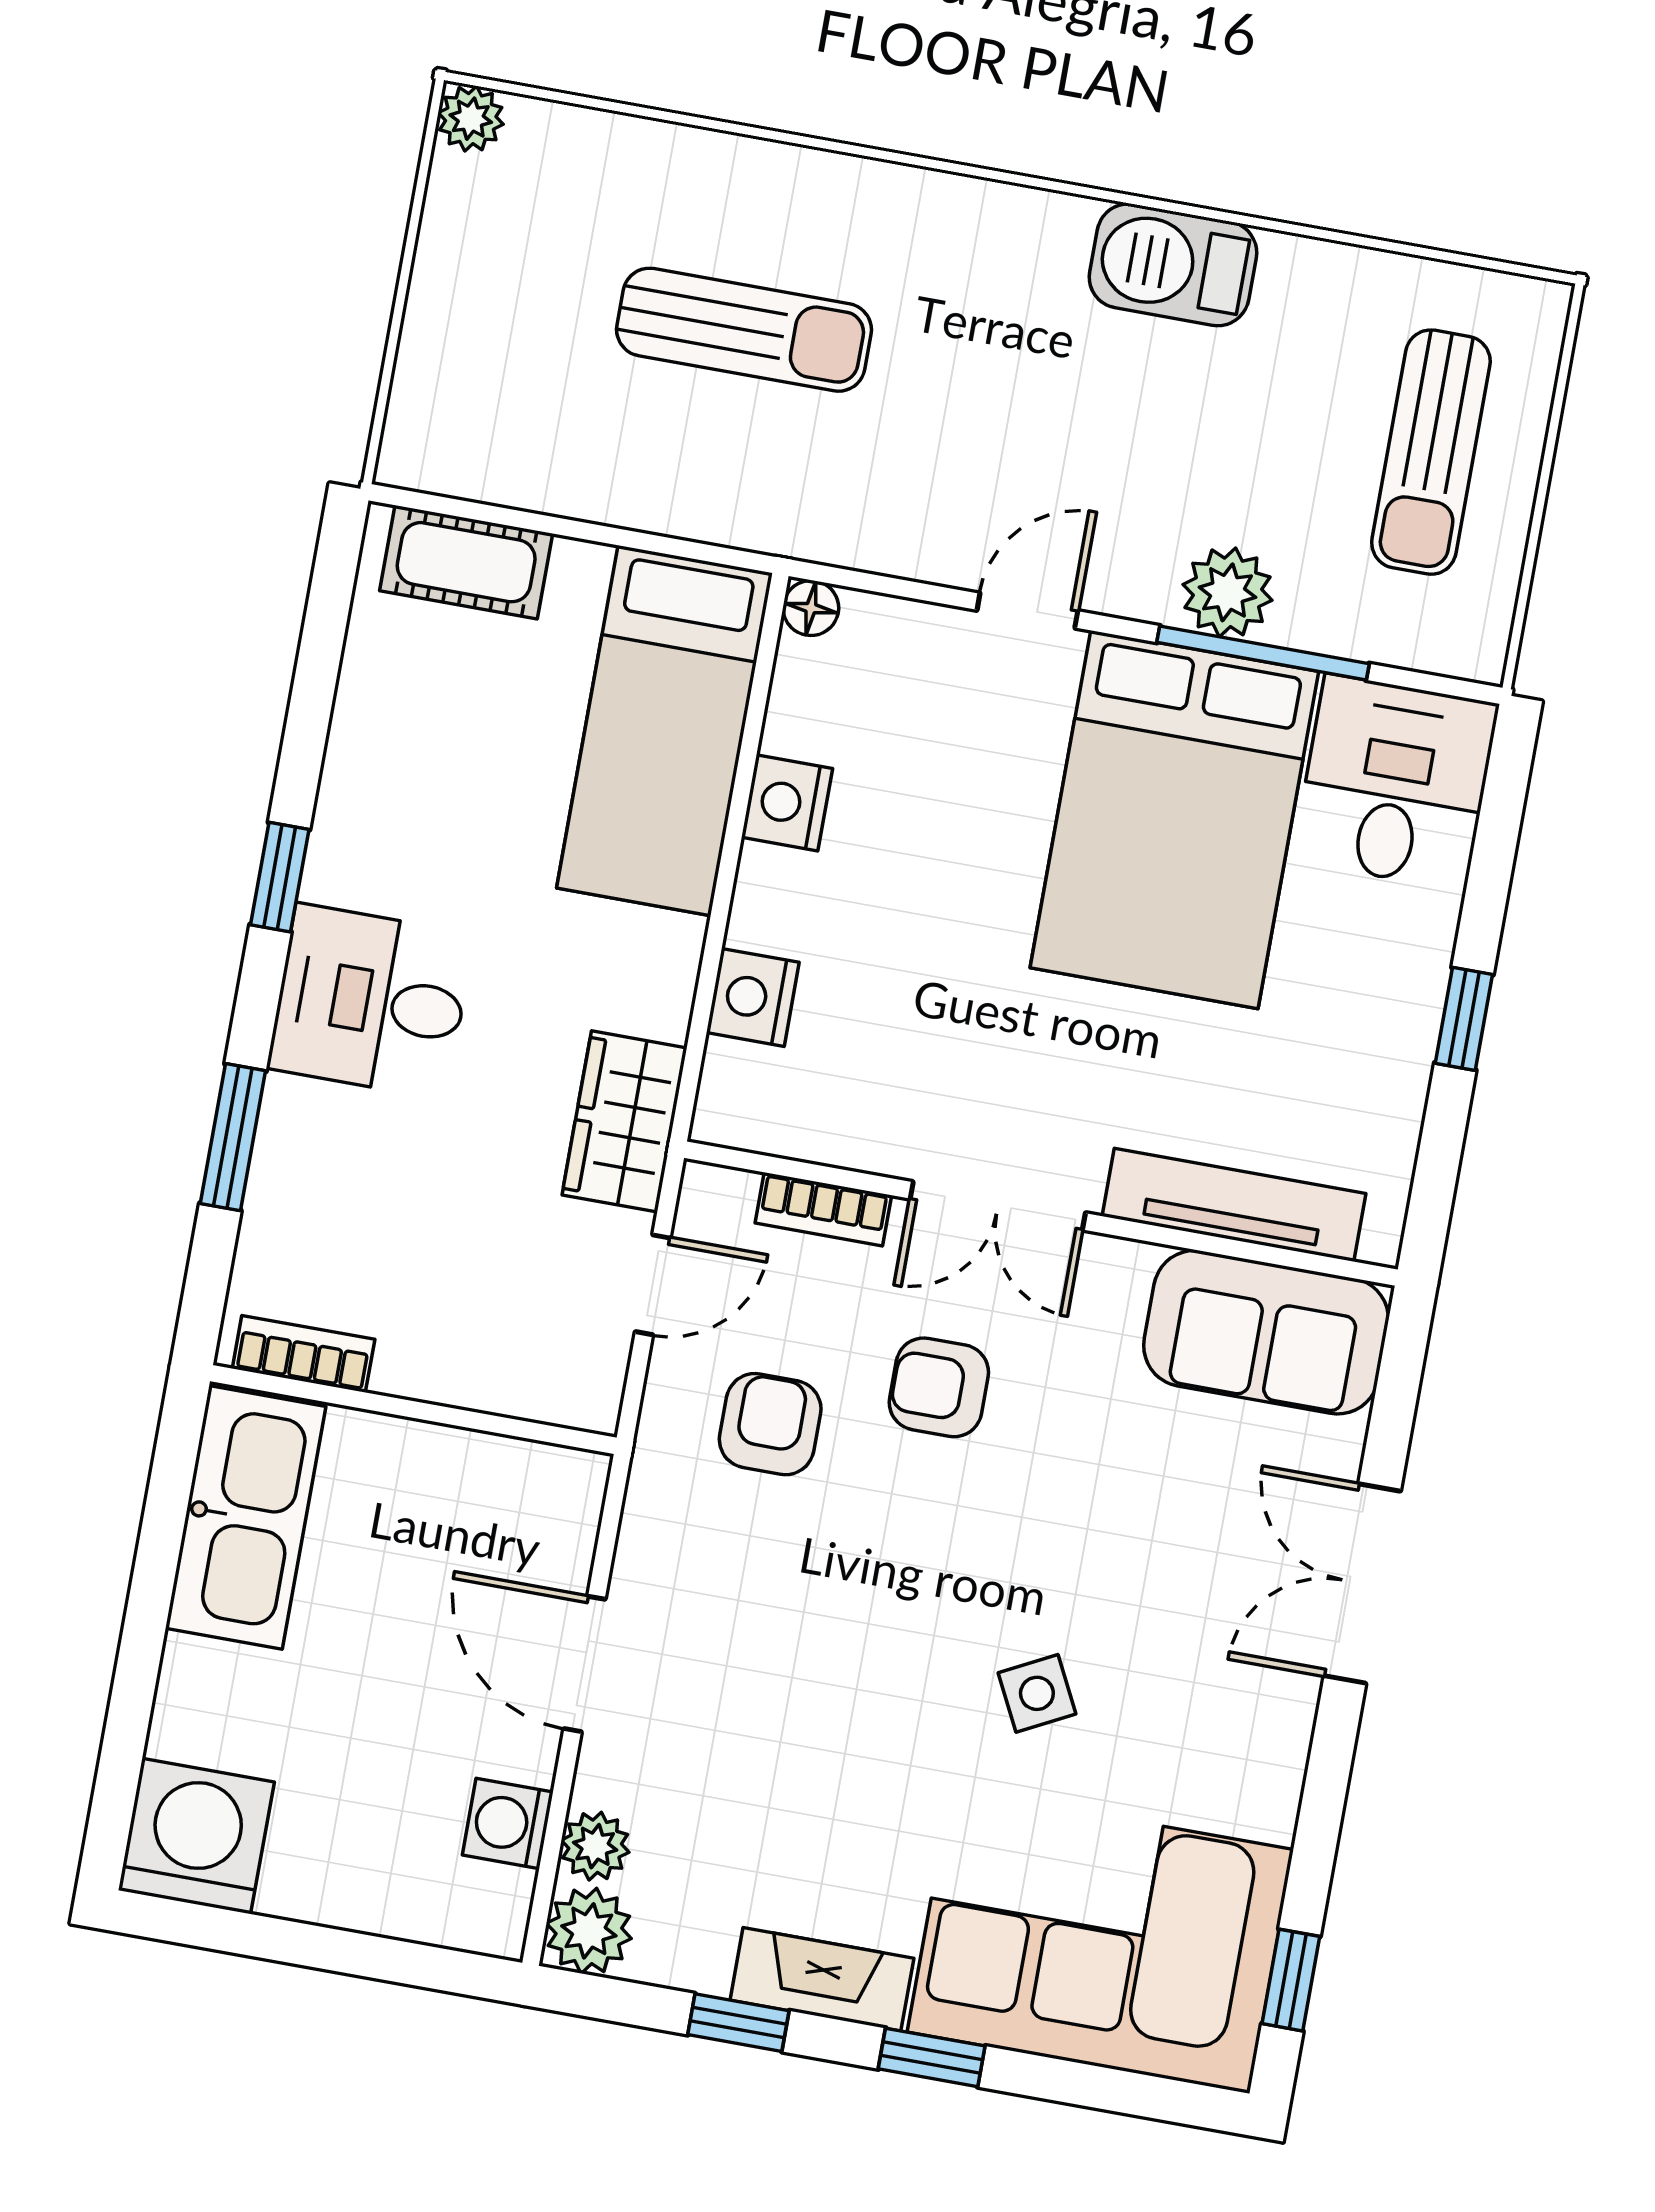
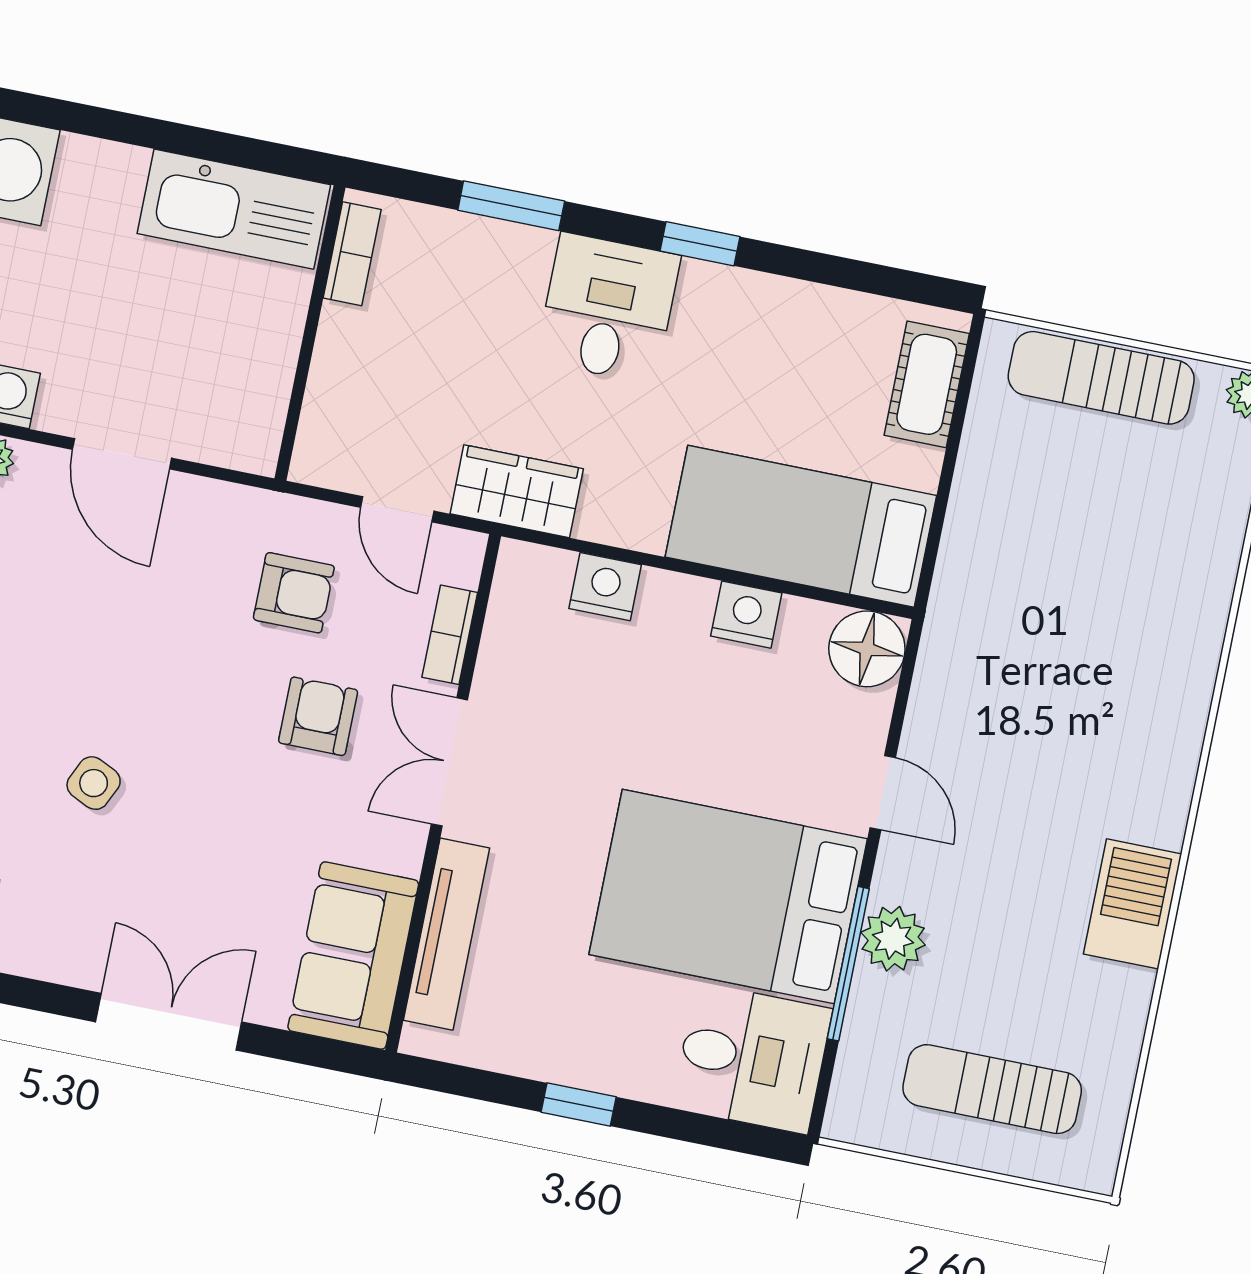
sun lounger: (744, 330) -> (1101, 378), moved, turned 90
floor lamp: (811, 608) -> (867, 649), width x1.89, depth x1.89
door: (584, 1664) -> (122, 454), swing flipped
side table: (1037, 1693) -> (94, 783), turned -38

